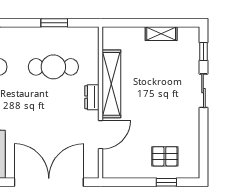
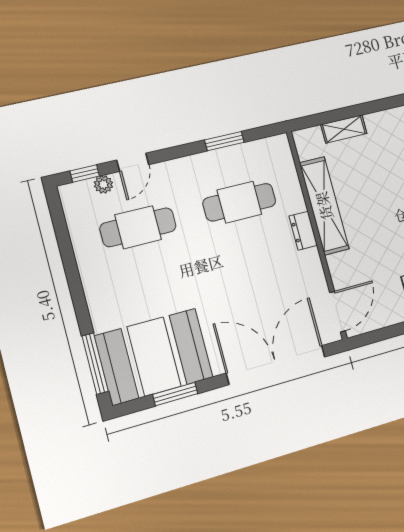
shelving: (161, 34) -> (344, 129), moved
door: (100, 135) -> (337, 312), moved

